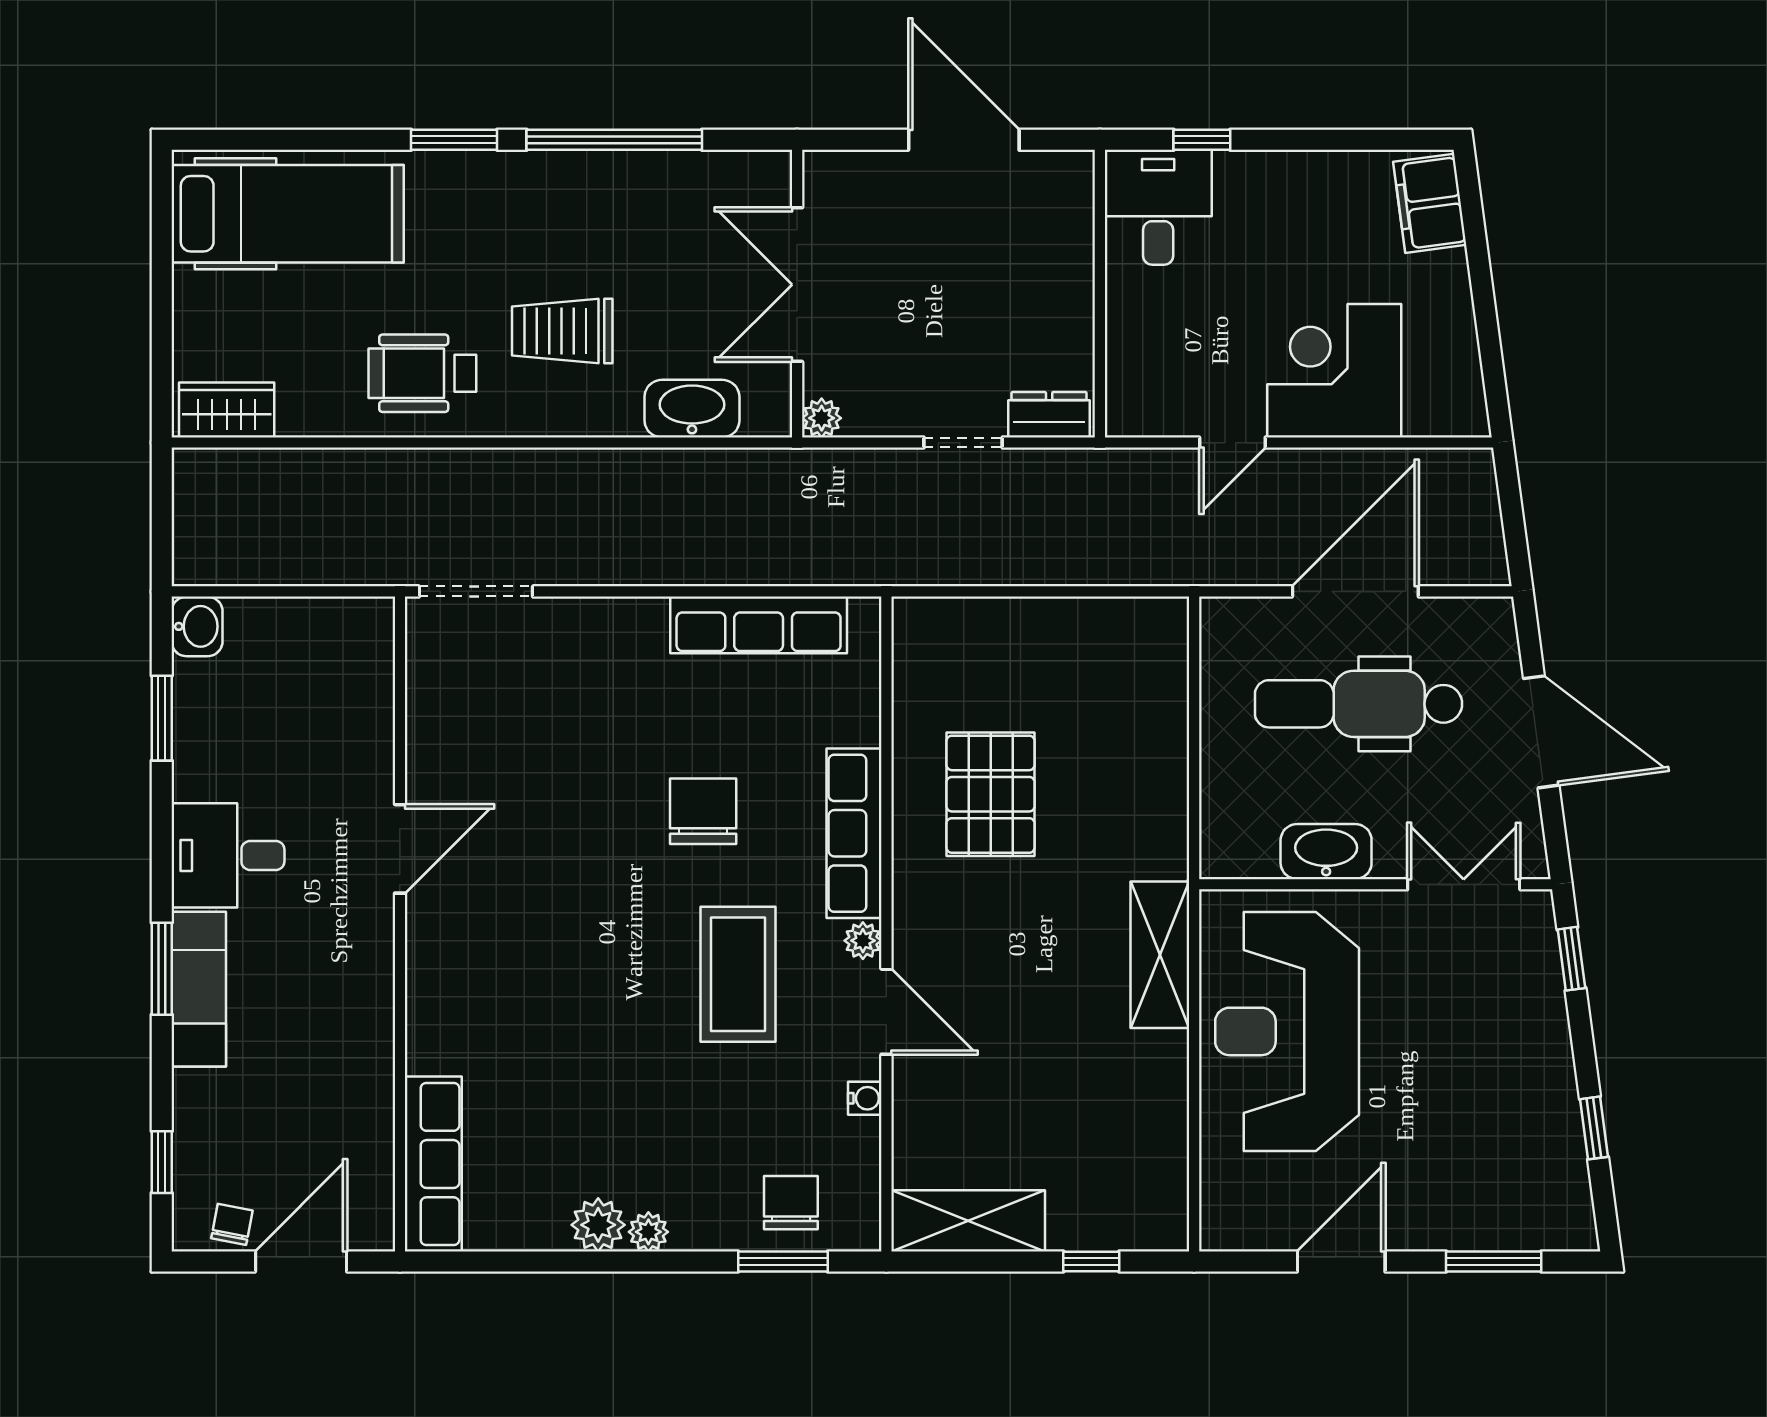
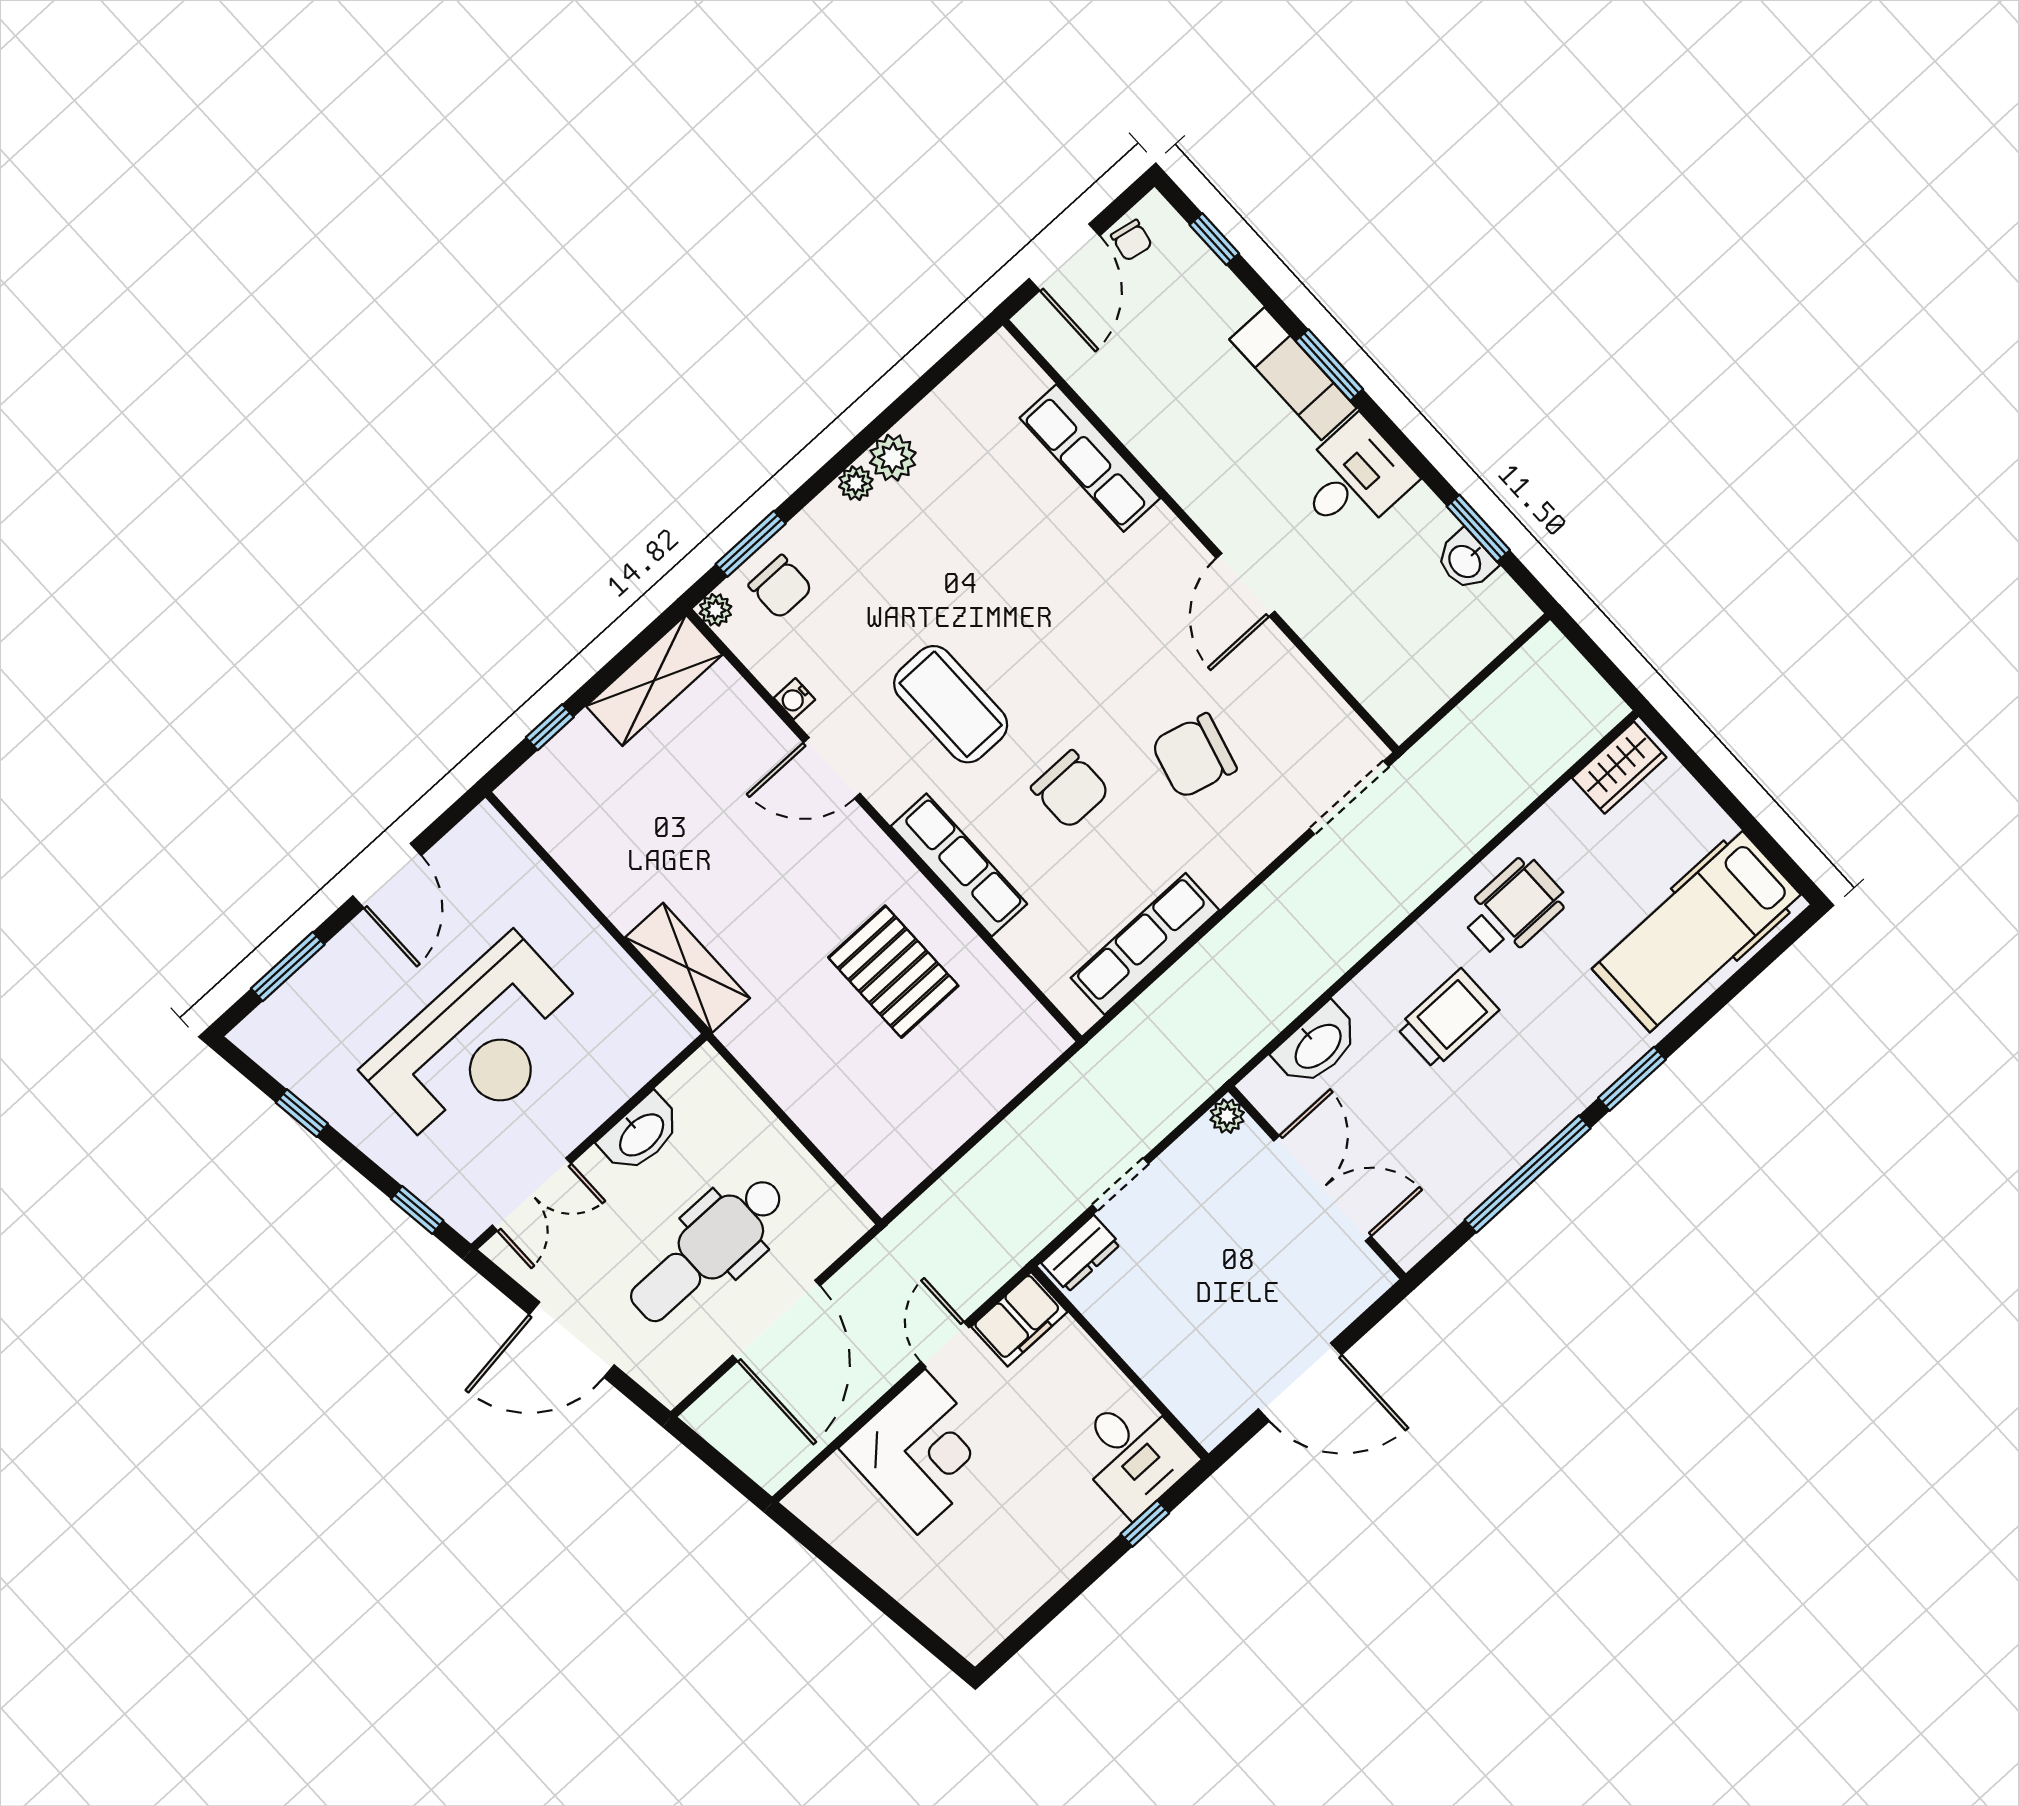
filing cabinet: (1430, 203) -> (1019, 1319), moved, turned 98
washbasin: (197, 626) -> (1466, 561), moved
dental chair: (1359, 704) -> (707, 1249), turned 180
chair: (574, 745) -> (1194, 756), added
plant: (863, 941) -> (715, 610), moved
reception desk: (1287, 1031) -> (478, 1046), moved, turned 90
row of seats: (433, 1164) -> (1090, 458), moved

